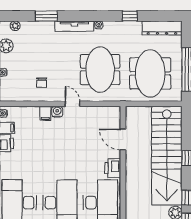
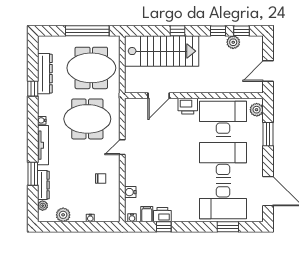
dresser: (35, 26) -> (43, 185), added
dresser: (162, 28) -> (45, 74), moved
water cooler: (57, 112) -> (130, 192), moved
filing cabinet: (45, 113) -> (132, 175), removed
stairs: (167, 156) -> (162, 51), width x0.73

